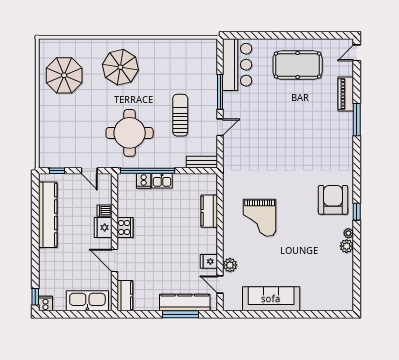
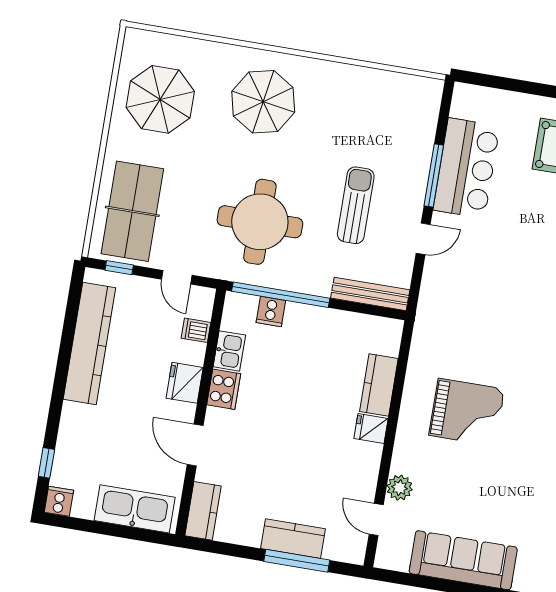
bar counter: (237, 65) -> (466, 168), moved
table tennis table: (59, 139) -> (132, 211), added
bench: (202, 162) -> (370, 294), width x1.36
kitchen sink: (162, 181) -> (229, 351), moved, turned -90
dishwasher: (105, 211) -> (196, 330), moved
grand piano: (260, 218) -> (467, 412), turned -90
fridge: (209, 261) -> (371, 428), moved
window: (35, 297) -> (46, 463), moved
kitchen counter: (185, 303) -> (293, 539), width x0.67

